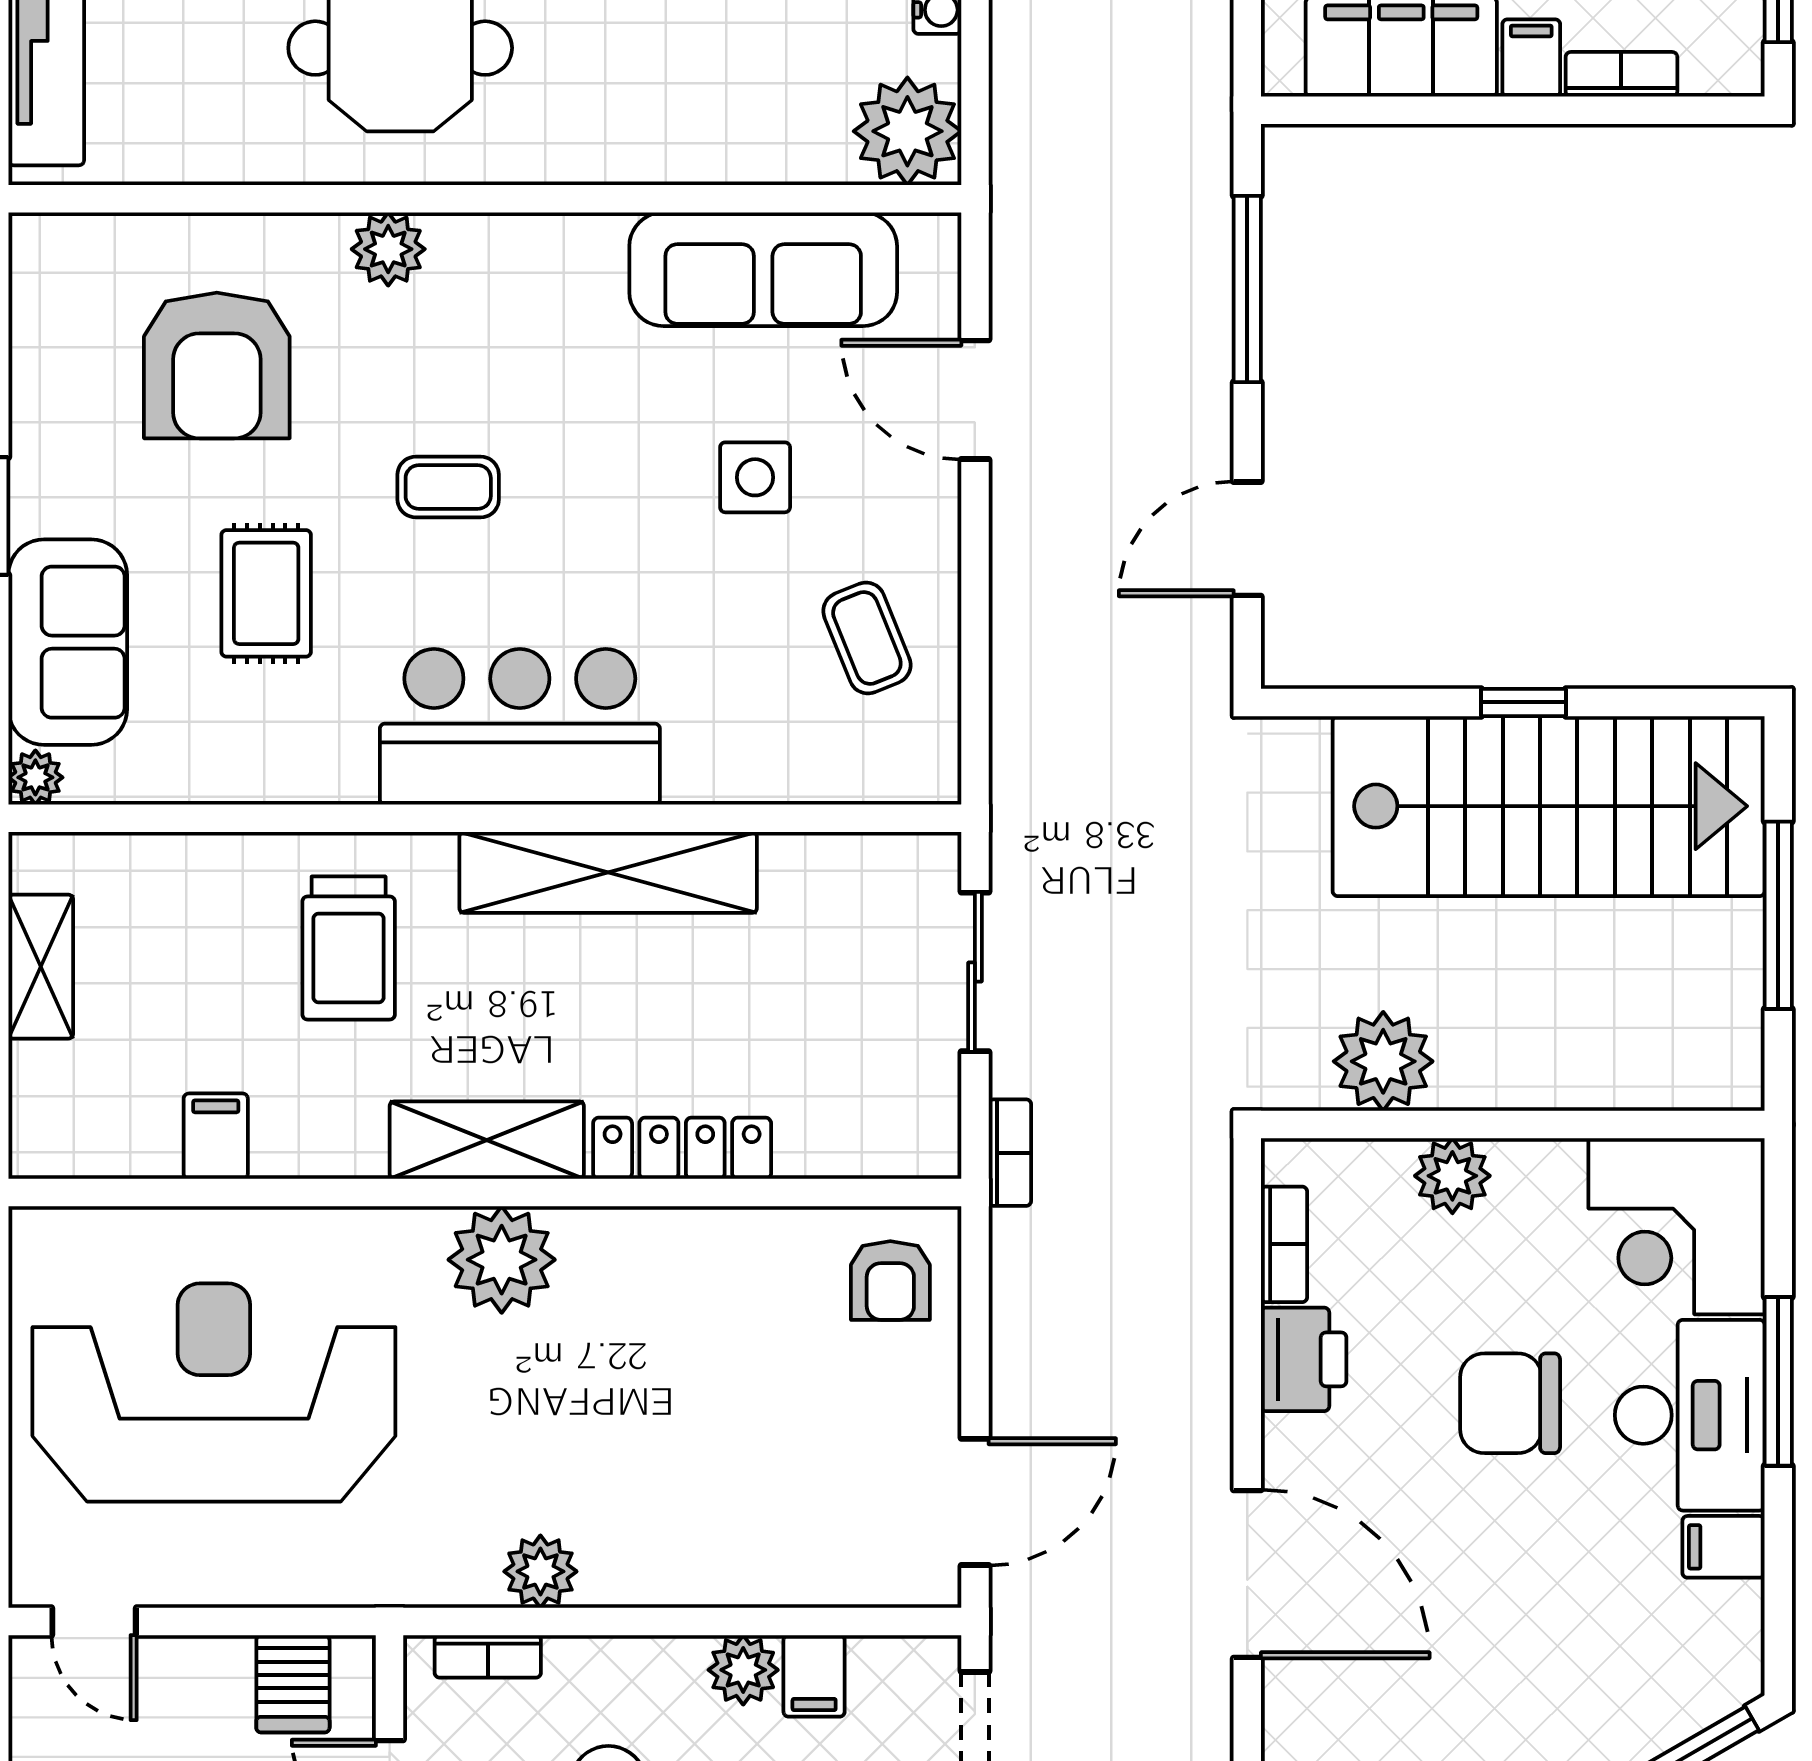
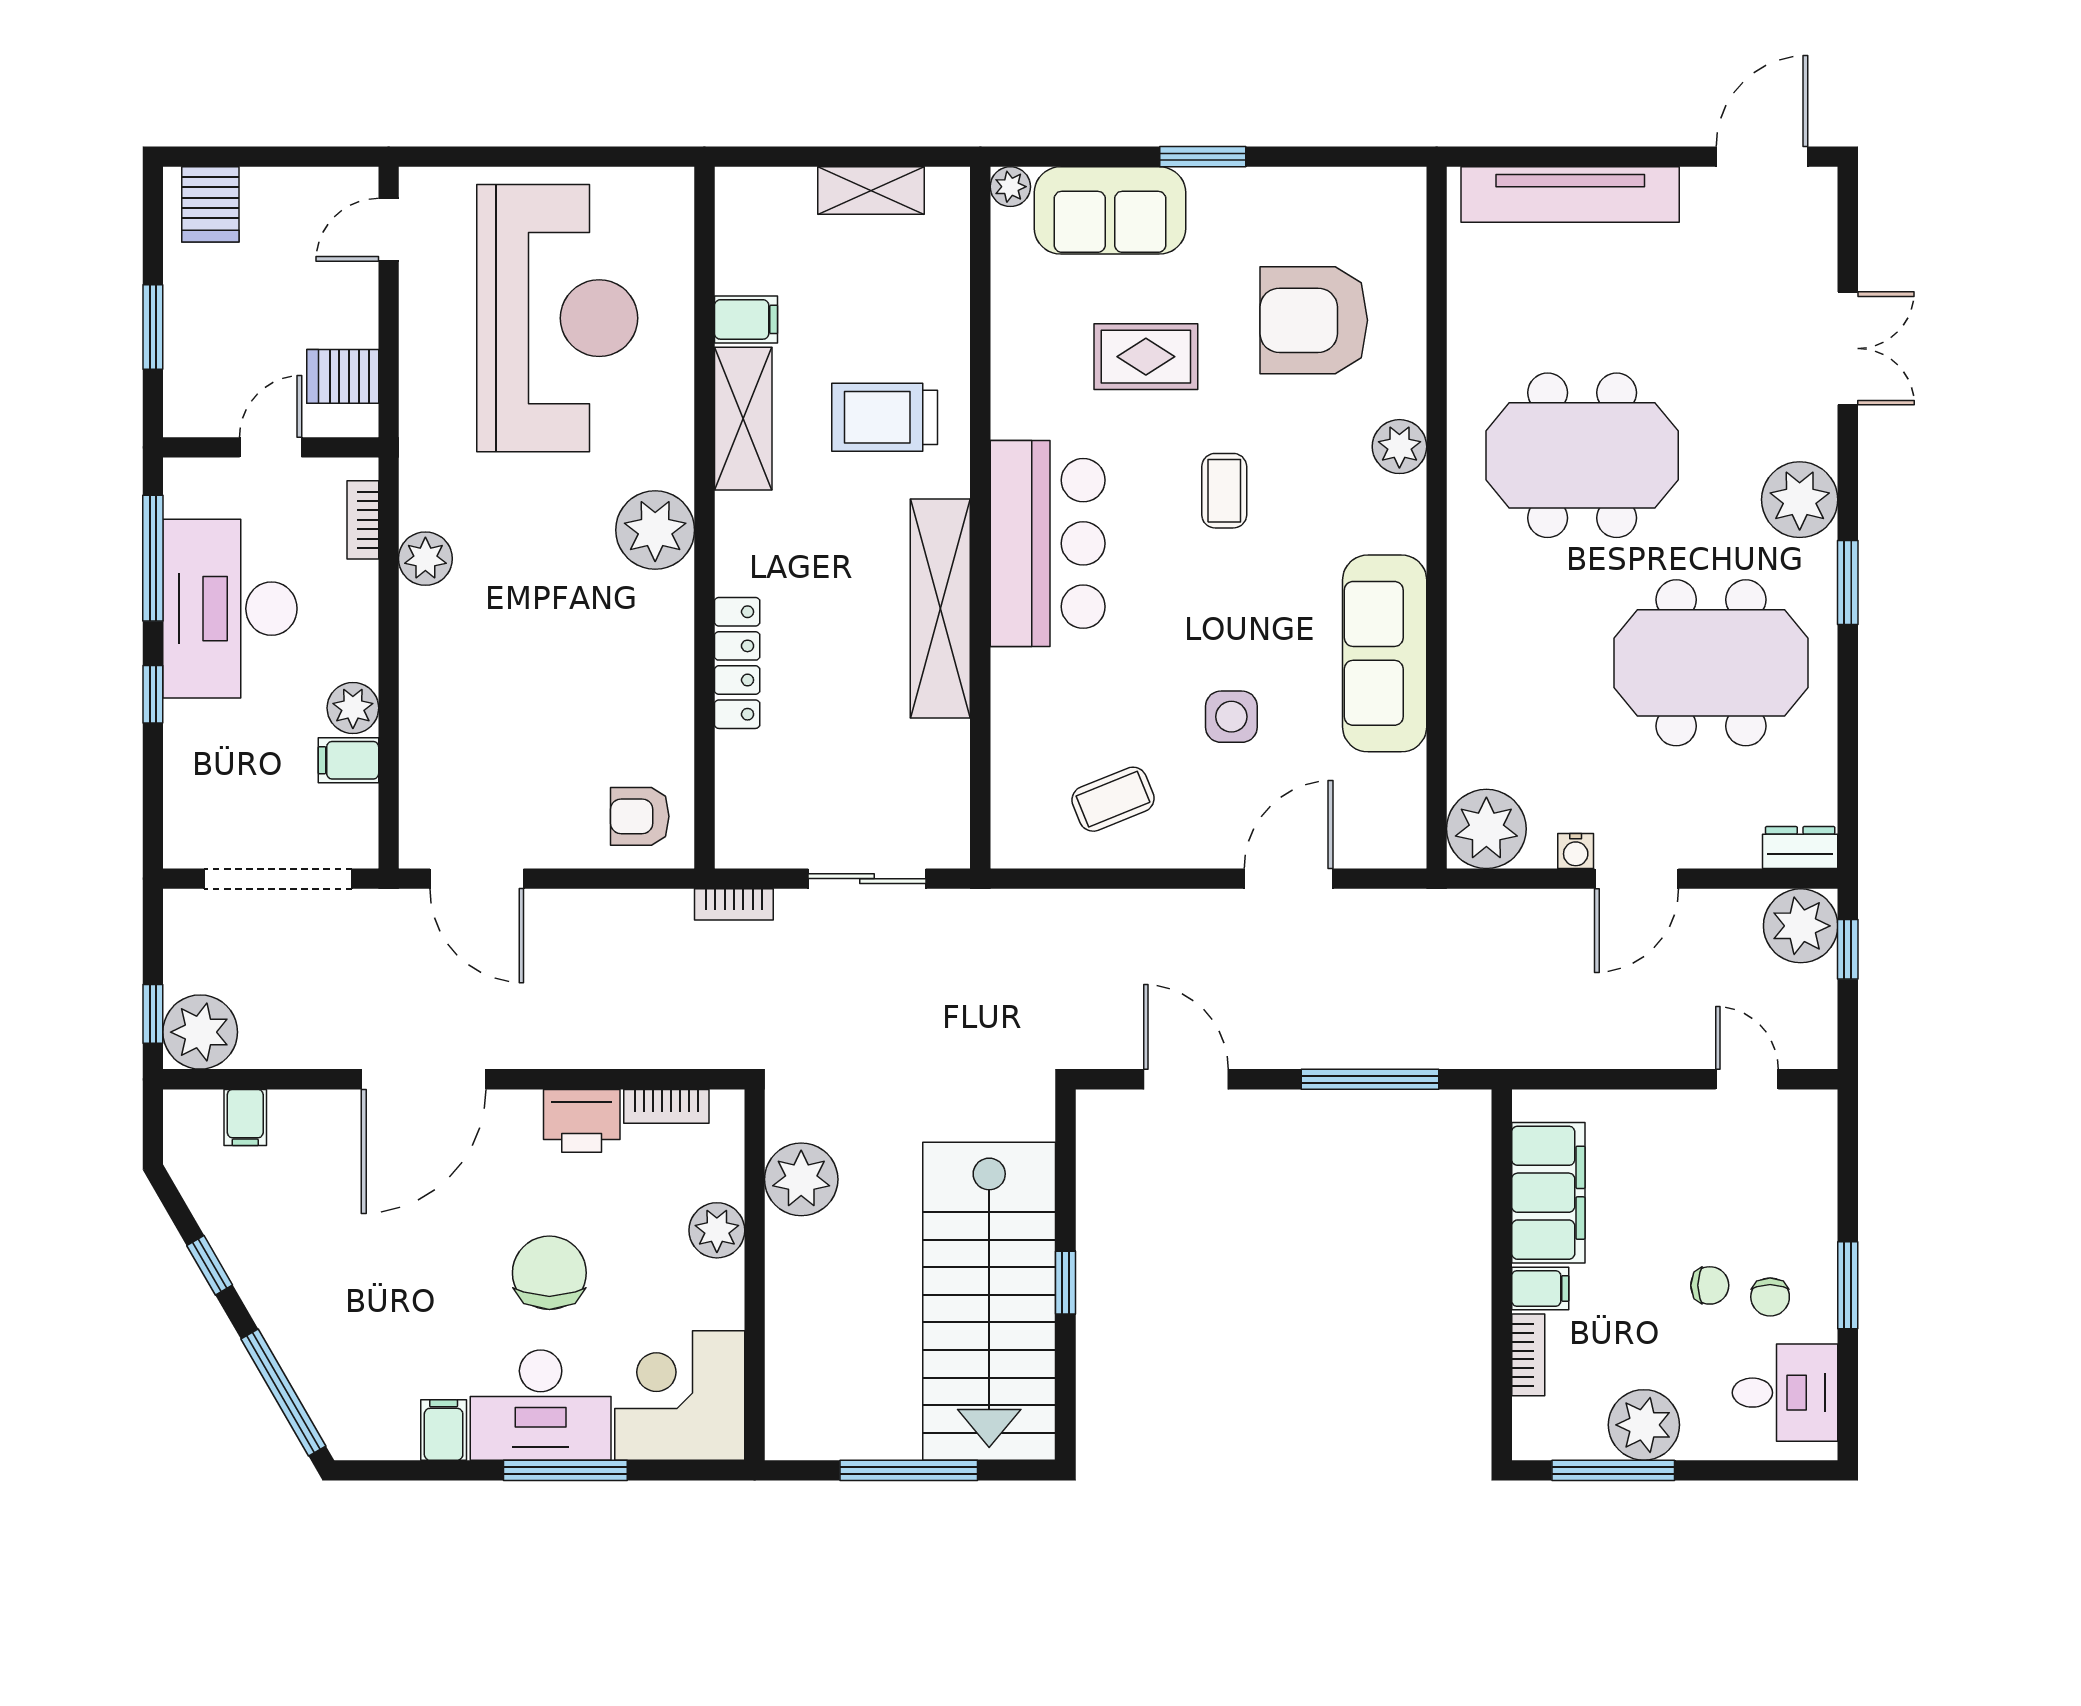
sofa: (763, 269) -> (1385, 653), moved
shelving: (487, 1140) -> (743, 419), moved

